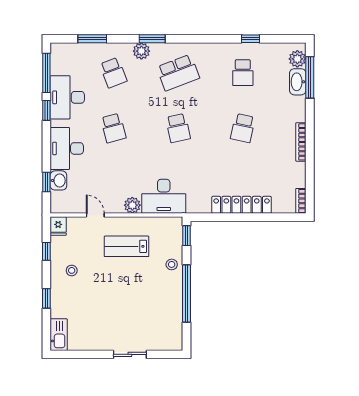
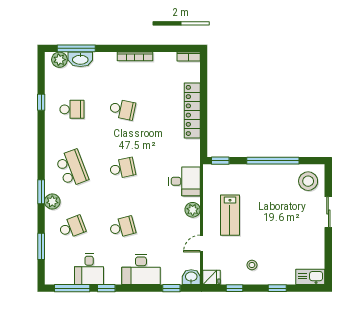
desk: (67, 97) -> (89, 269), width x0.73
washbasin: (58, 180) -> (191, 277), moved
desk: (164, 196) -> (184, 181), width x0.73
stool: (172, 264) -> (308, 181), moved, width x1.89, depth x1.89

